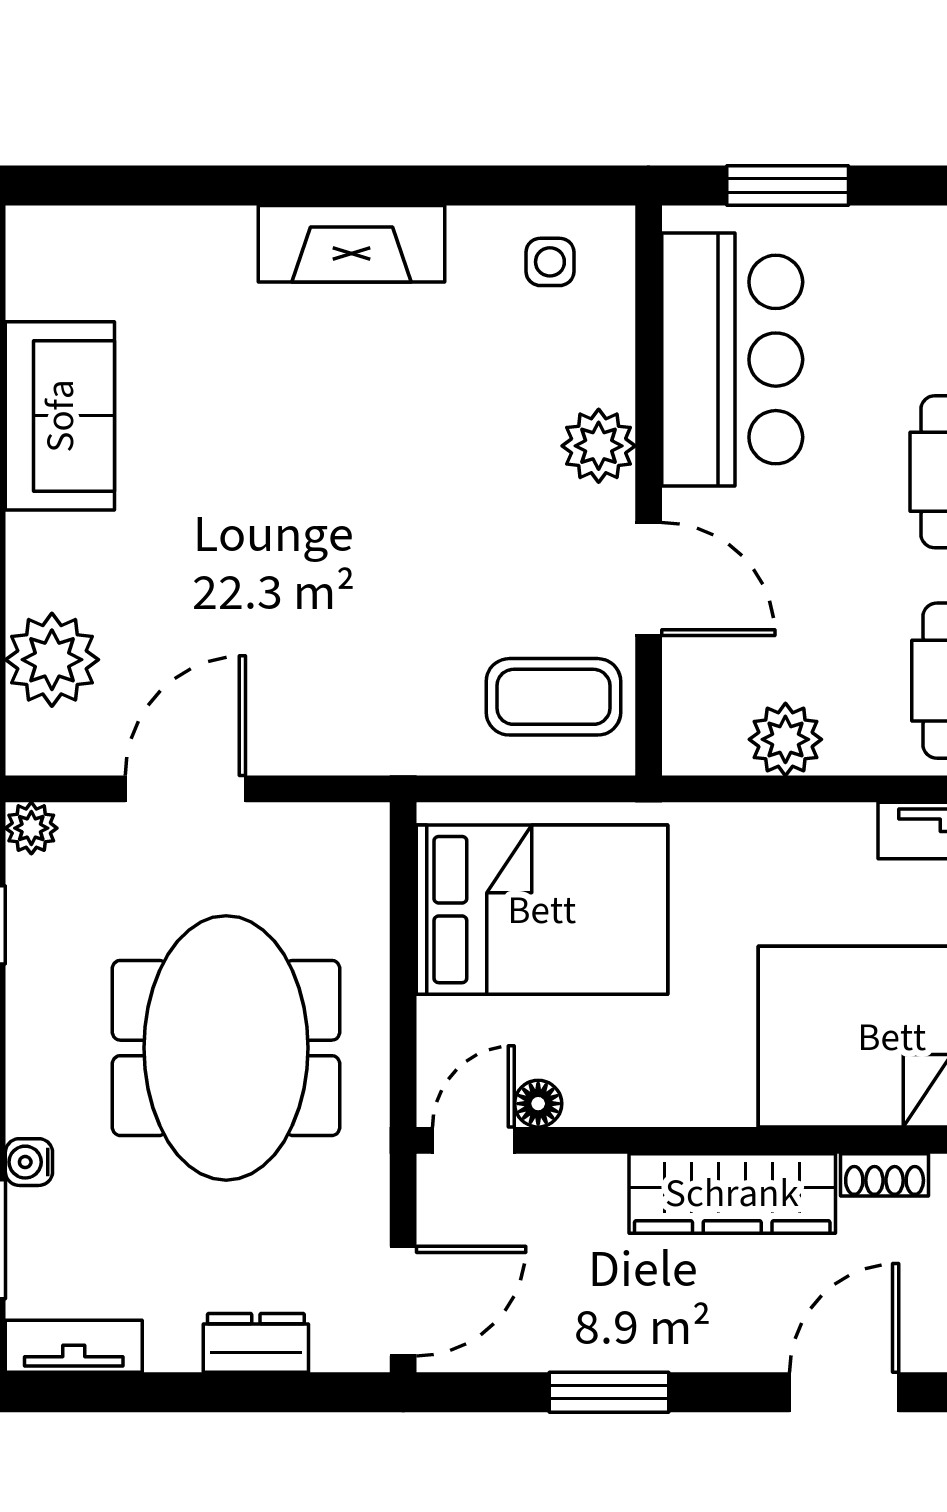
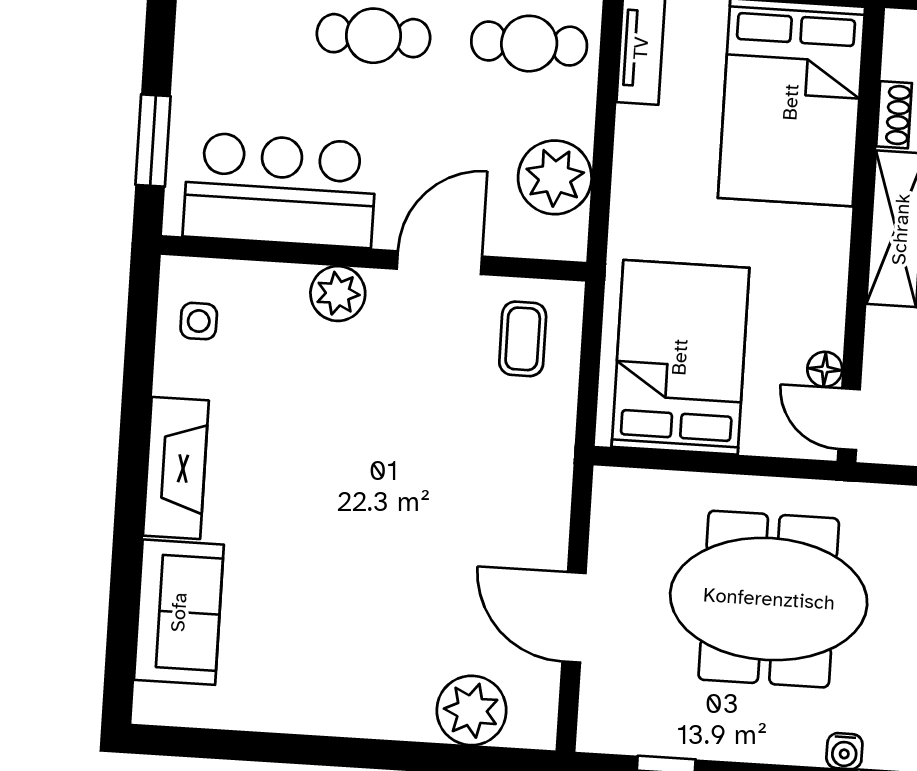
sofa: (60, 416) -> (179, 612), moved, turned 90
coffee table: (553, 697) -> (523, 339), width x0.73, depth x0.77
plant: (785, 739) -> (555, 177), width x1.36, depth x1.36
plant: (31, 828) -> (596, 734), removed

